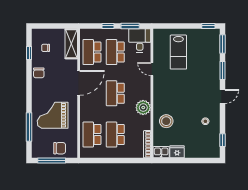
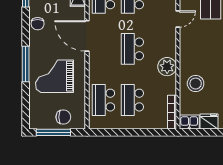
door: (152, 69) -> (178, 19), swing flipped
door: (79, 83) -> (87, 36), swing flipped
window: (29, 127) -> (26, 64), moved

